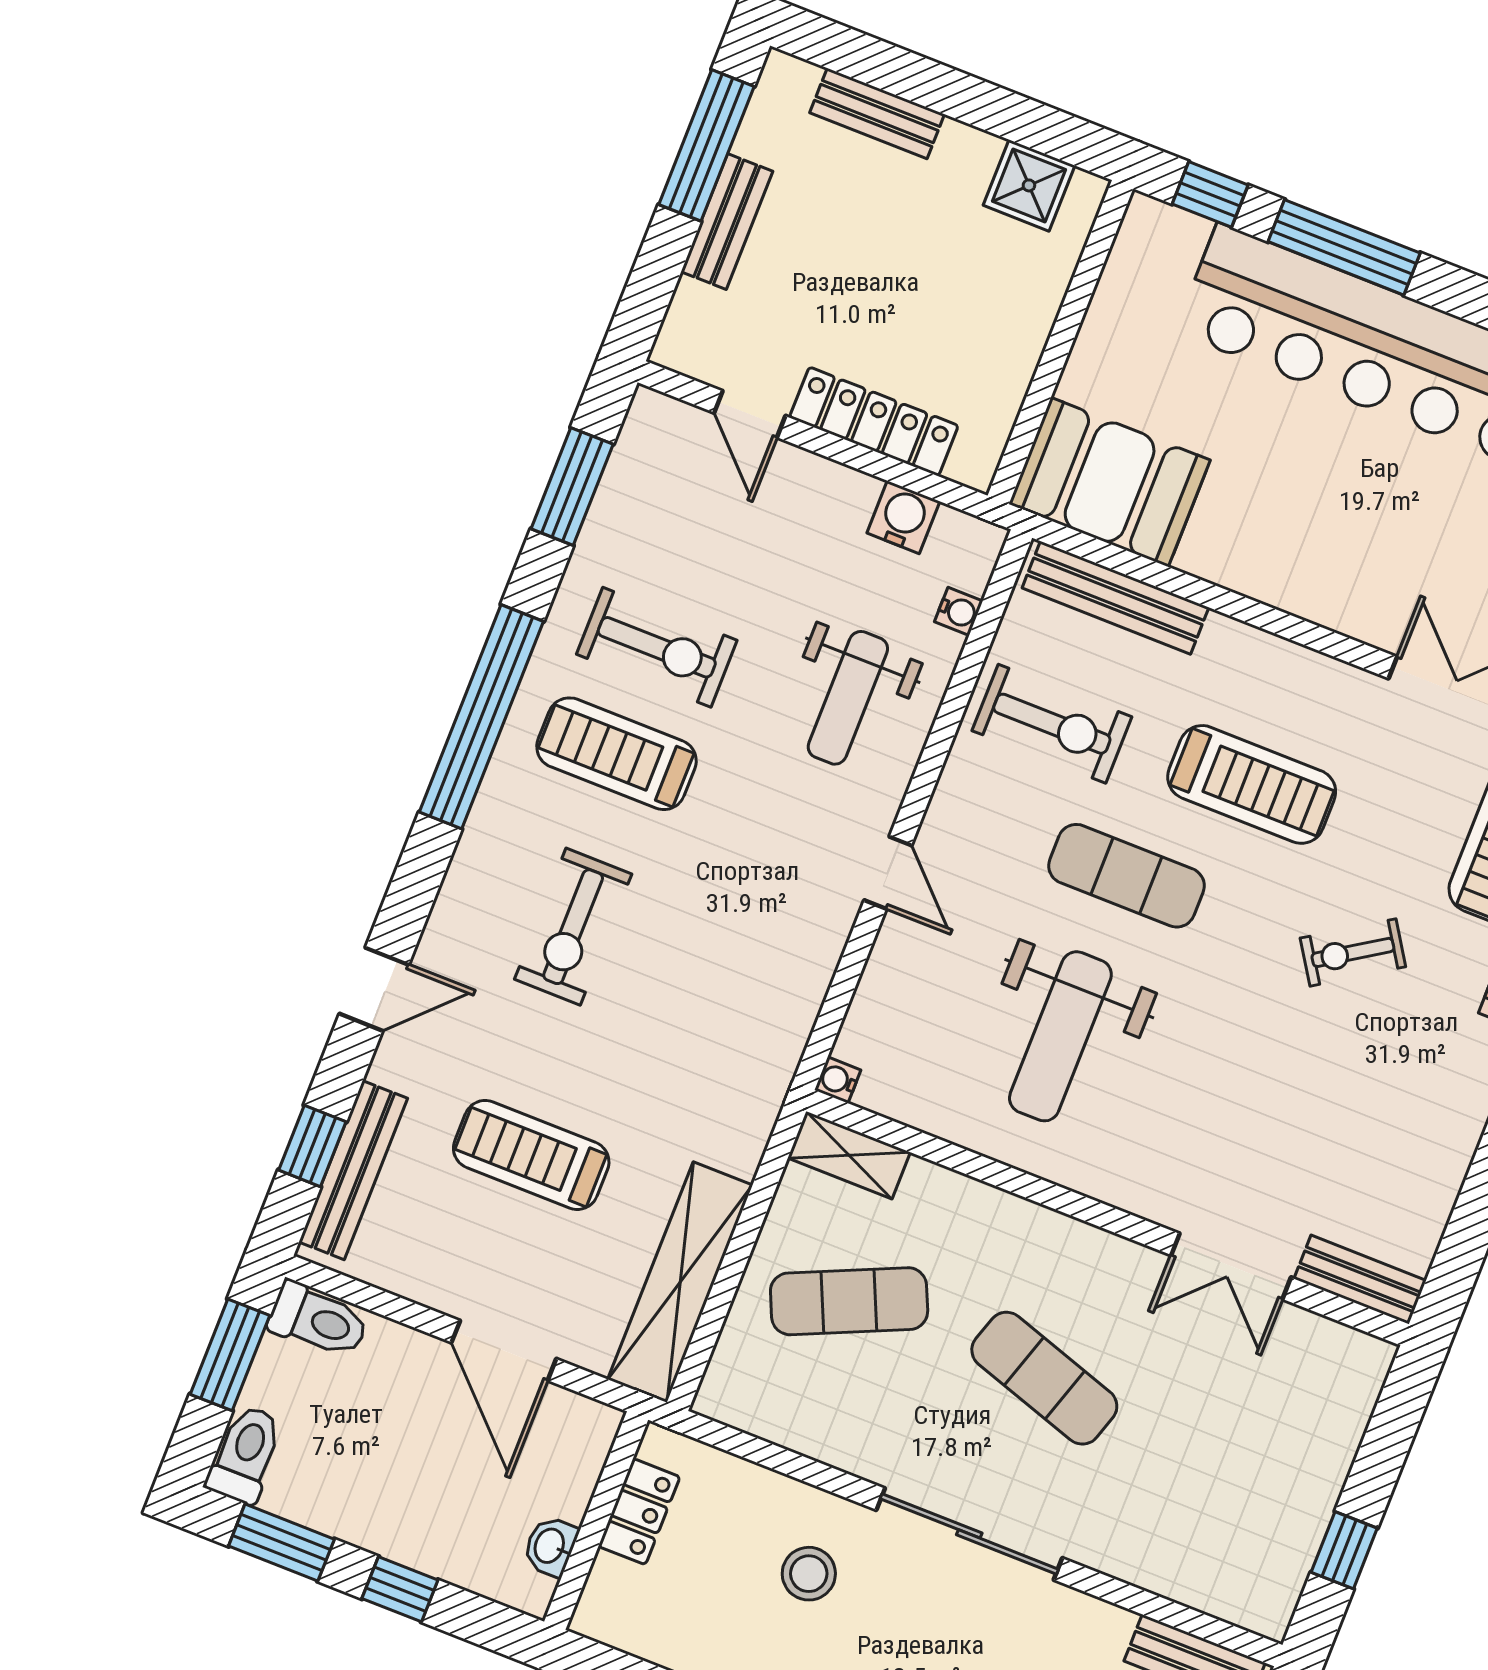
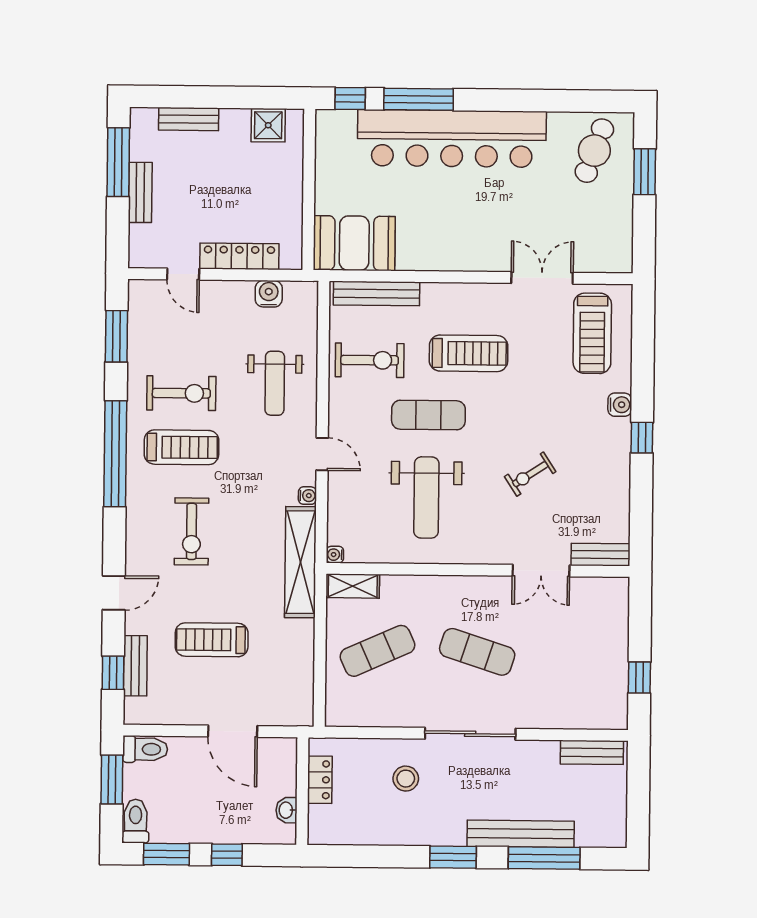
water cooler: (959, 611) -> (307, 496), moved
treadmill: (617, 754) -> (181, 447), turned 180
exercise bike: (1353, 952) -> (530, 474), moved
bench: (353, 1170) -> (135, 666), width x0.73
shelving: (680, 1282) -> (300, 562), moved

